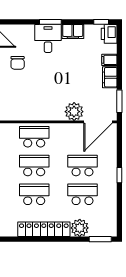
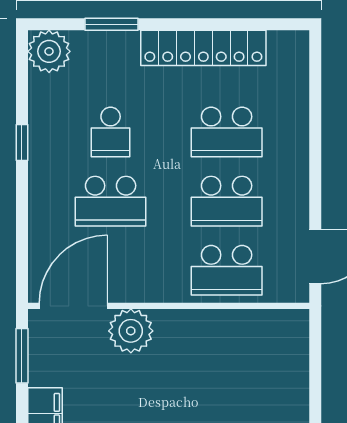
window: (119, 175) -> (22, 142), moved
school desk: (82, 194) -> (111, 132), width x0.54
plant: (80, 228) -> (49, 51), moved
window: (100, 239) -> (111, 24), moved

